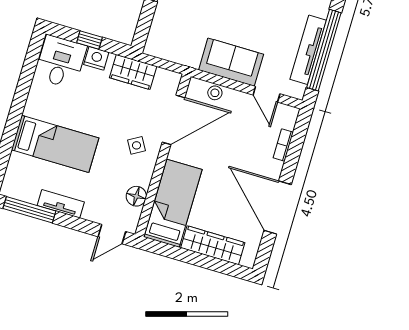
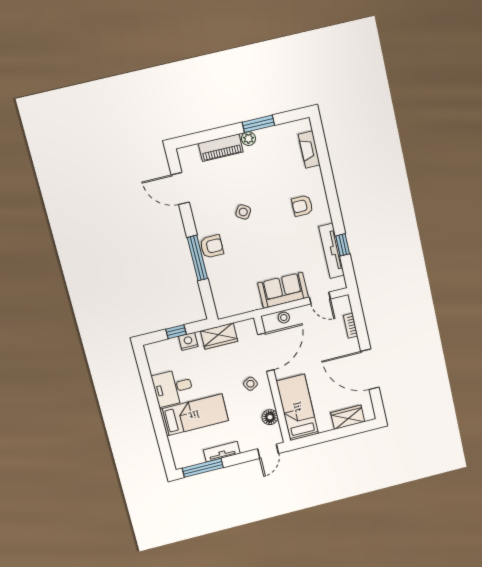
window: (324, 50) -> (343, 245), width x0.32
desk: (61, 62) -> (173, 388), moved, turned -90
wardrobe: (213, 245) -> (348, 417), width x0.67

